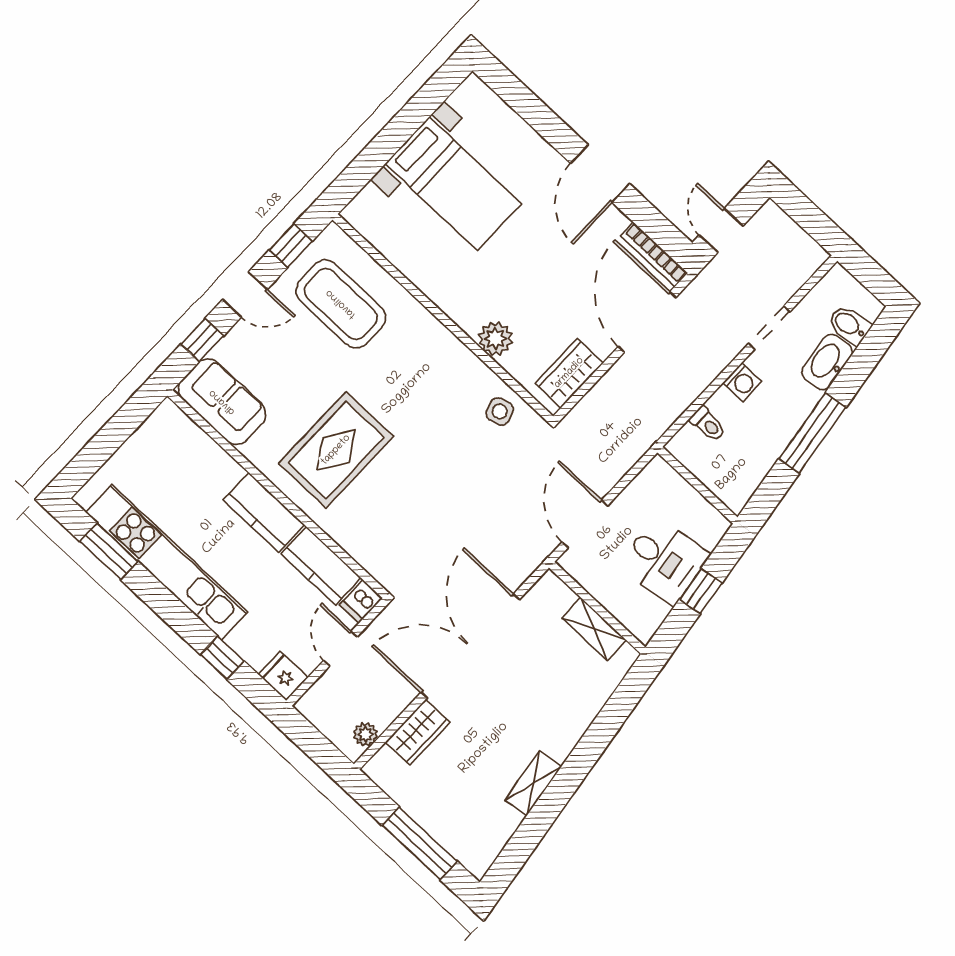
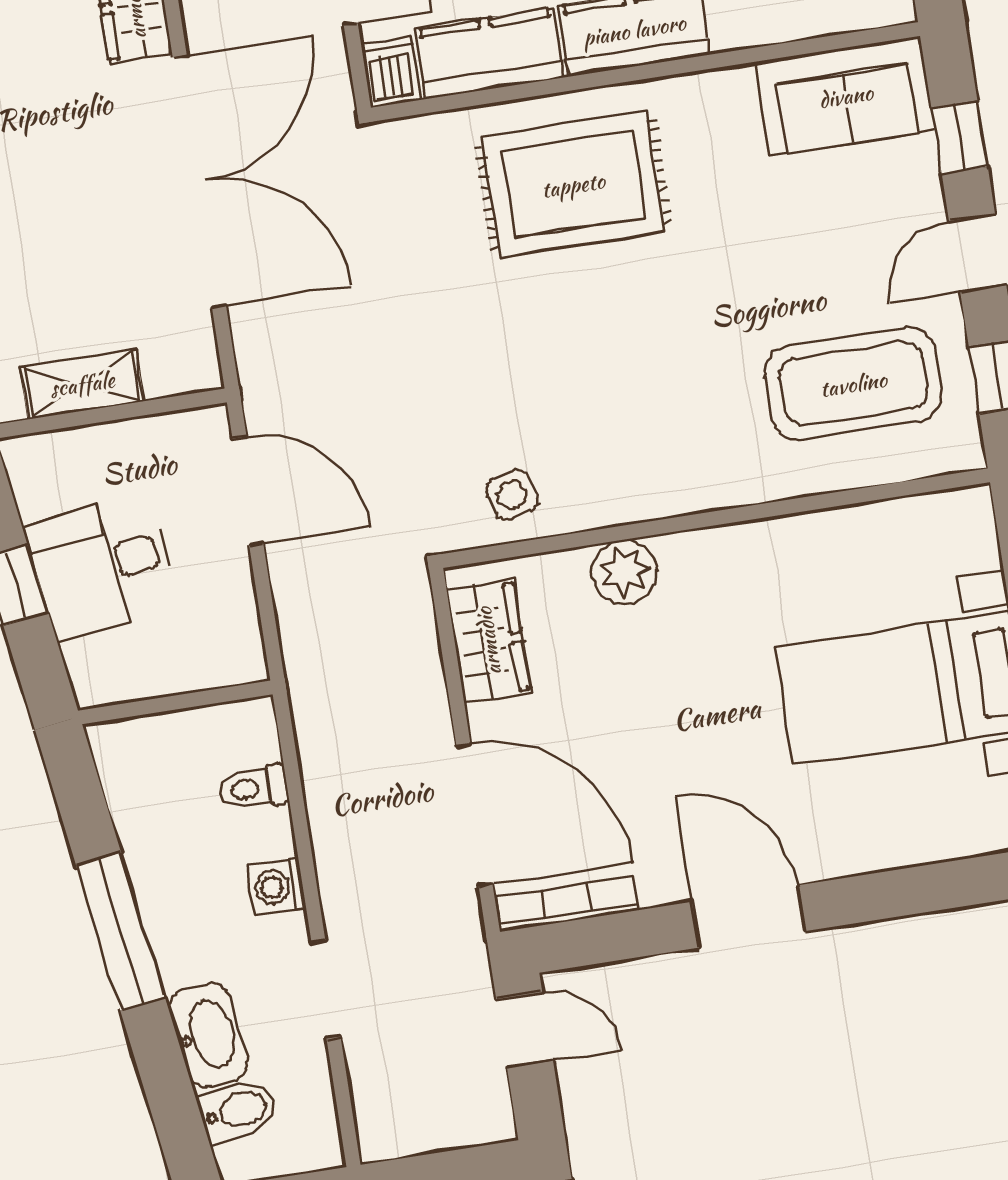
rug: (336, 450) -> (573, 185), moved, turned 90

